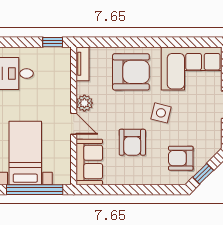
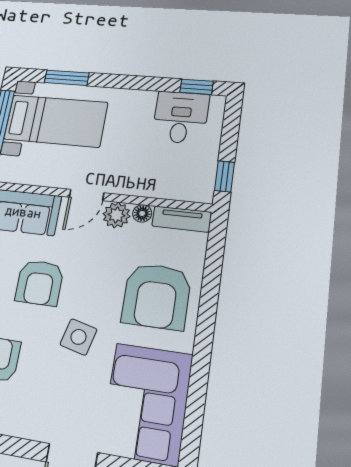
floor lamp: (82, 88) -> (142, 213), added
armchair: (132, 142) -> (39, 283), turned -90

